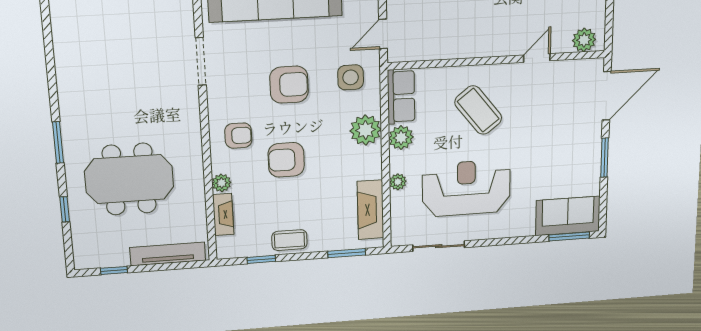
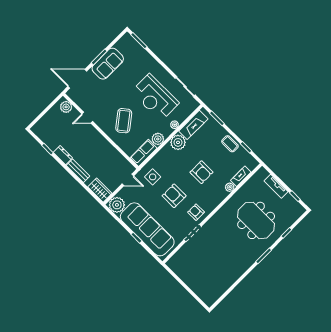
plant: (366, 130) -> (178, 142), moved
armchair: (238, 136) -> (196, 212), moved
sofa: (568, 216) -> (108, 64), moved, turned -90
tv unit: (168, 254) -> (276, 186), width x0.71

